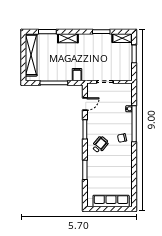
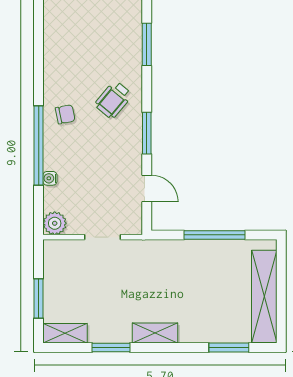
shelving: (68, 38) -> (155, 333), moved
filing cabinet: (77, 75) -> (164, 253), removed
plant: (127, 88) -> (55, 223), added
door: (85, 104) -> (147, 189), swing flipped

